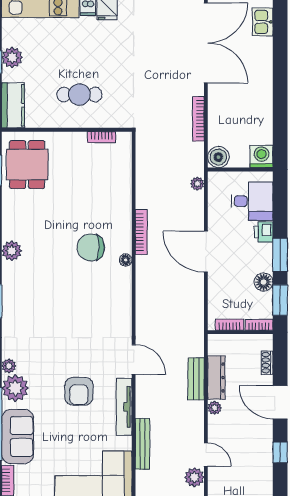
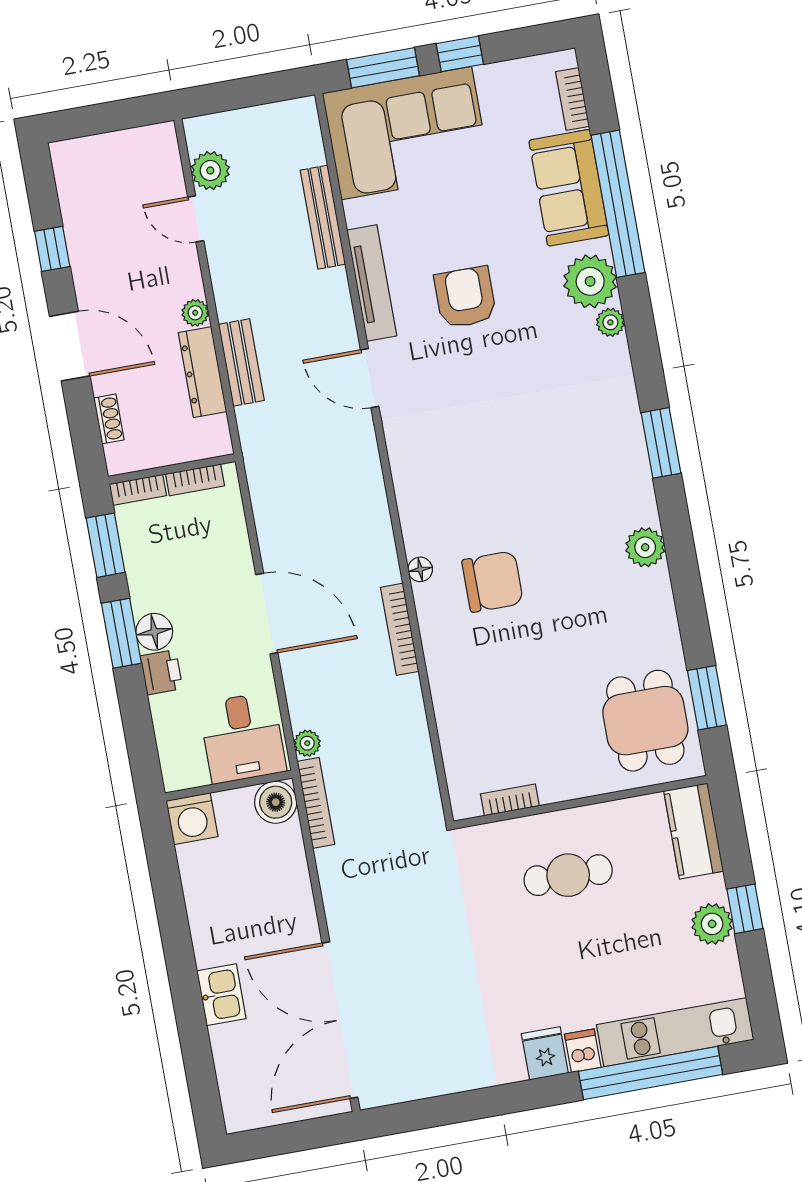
kitchen sink: (263, 22) -> (221, 995), moved
bookcase: (198, 119) -> (316, 803), moved
desk: (252, 201) -> (243, 738), moved, turned -90
floor lamp: (264, 282) -> (154, 632), moved

